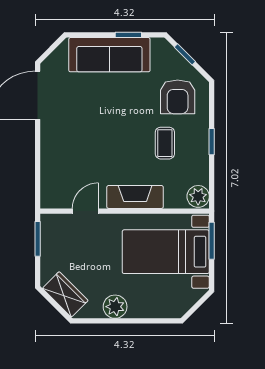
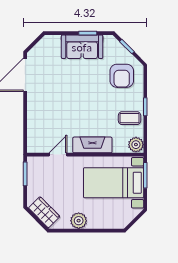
sofa: (109, 55) -> (82, 47), width x0.73
coffee table: (165, 143) -> (130, 118), moved, turned 90

